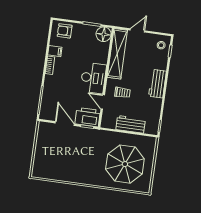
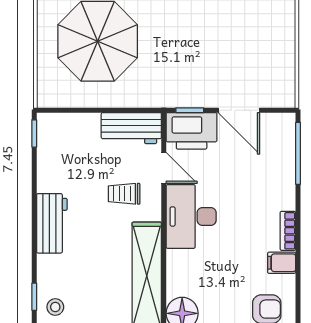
workbench: (131, 124) -> (131, 128), moved

